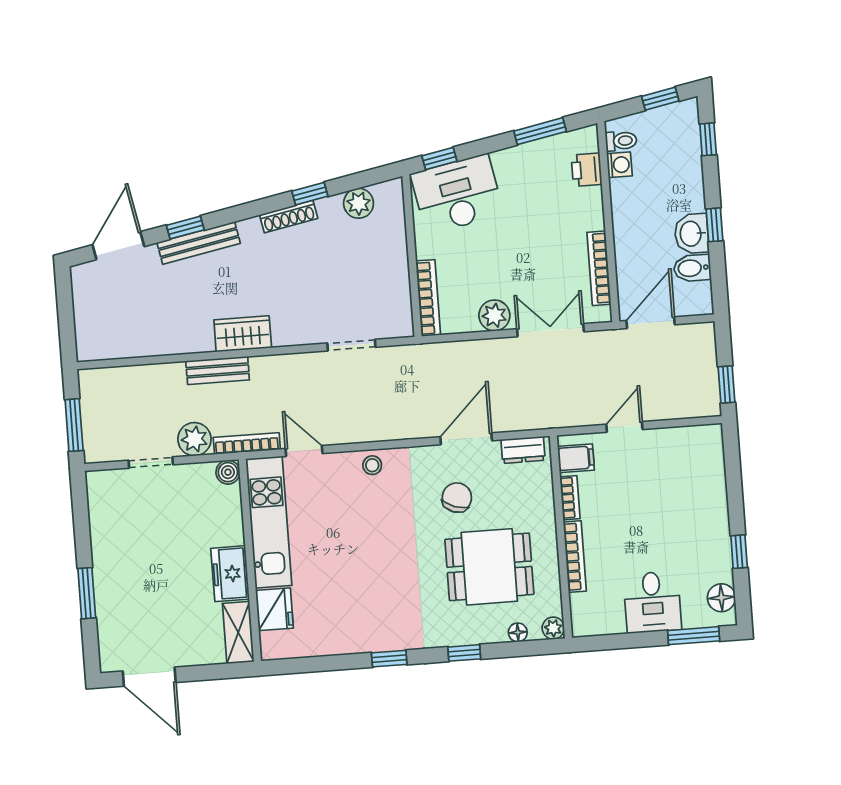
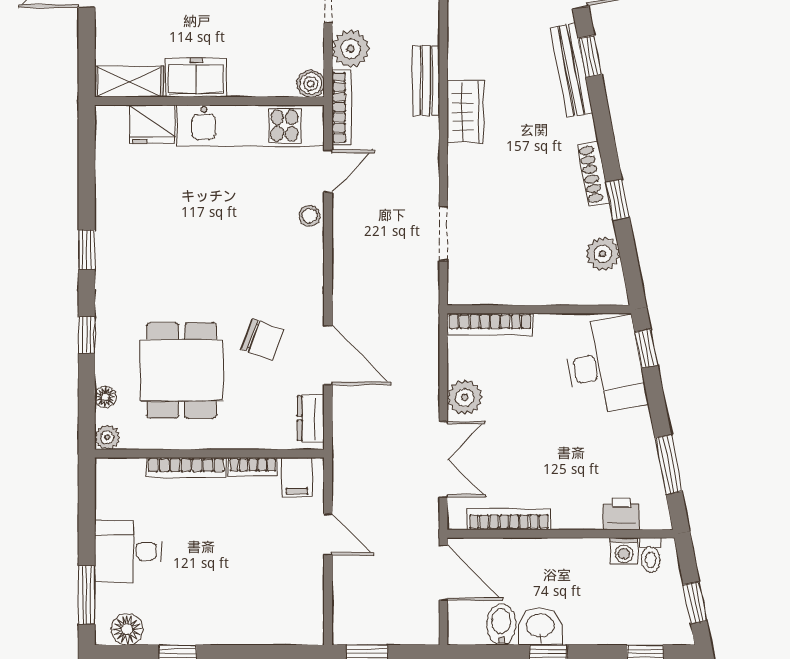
stool: (372, 465) -> (310, 216), moved

